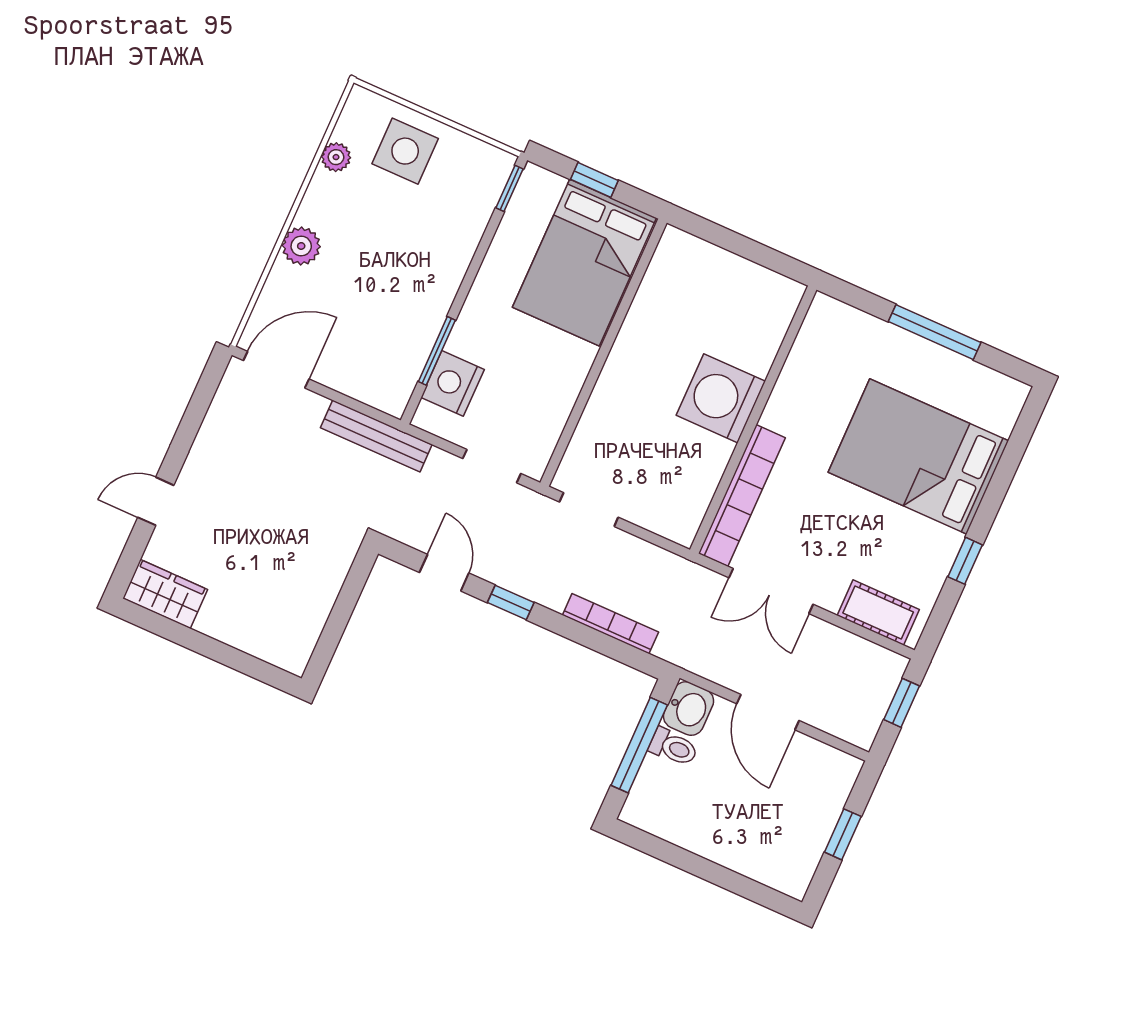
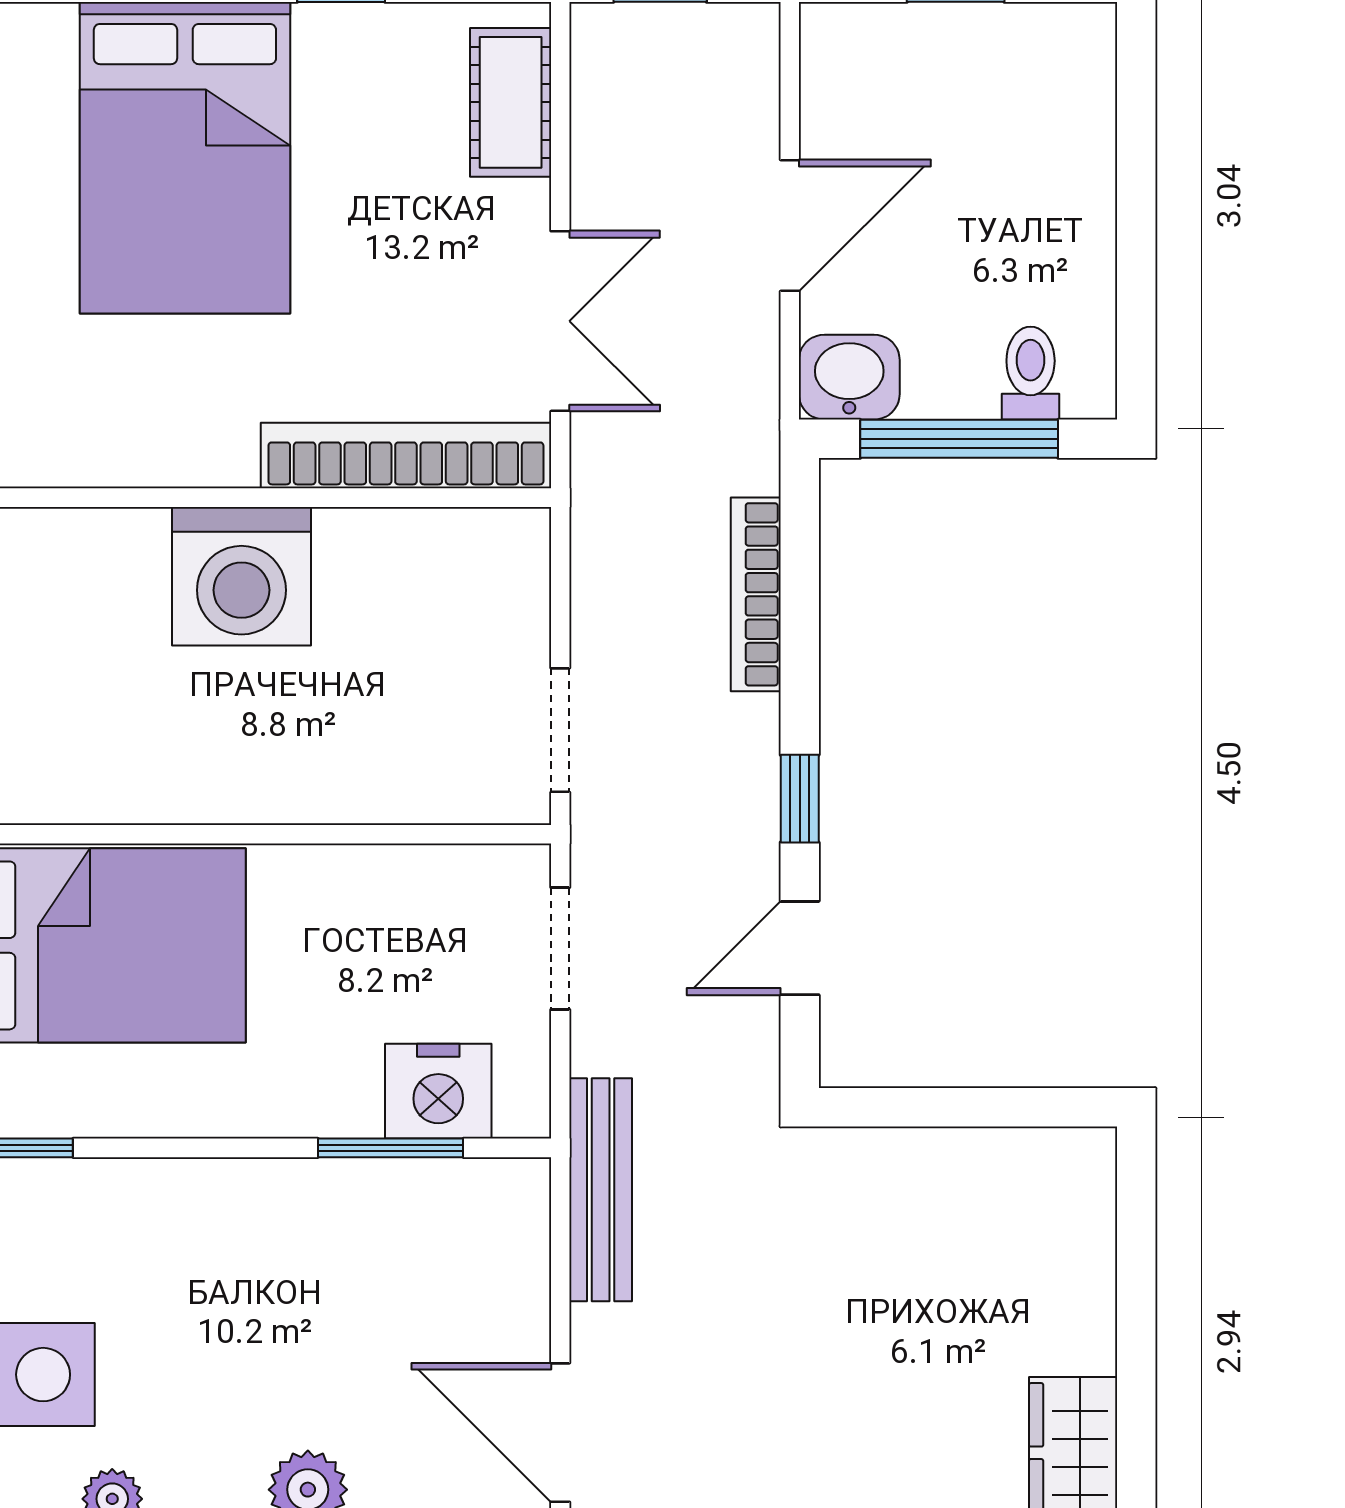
toilet: (673, 747) -> (1031, 373), moved

